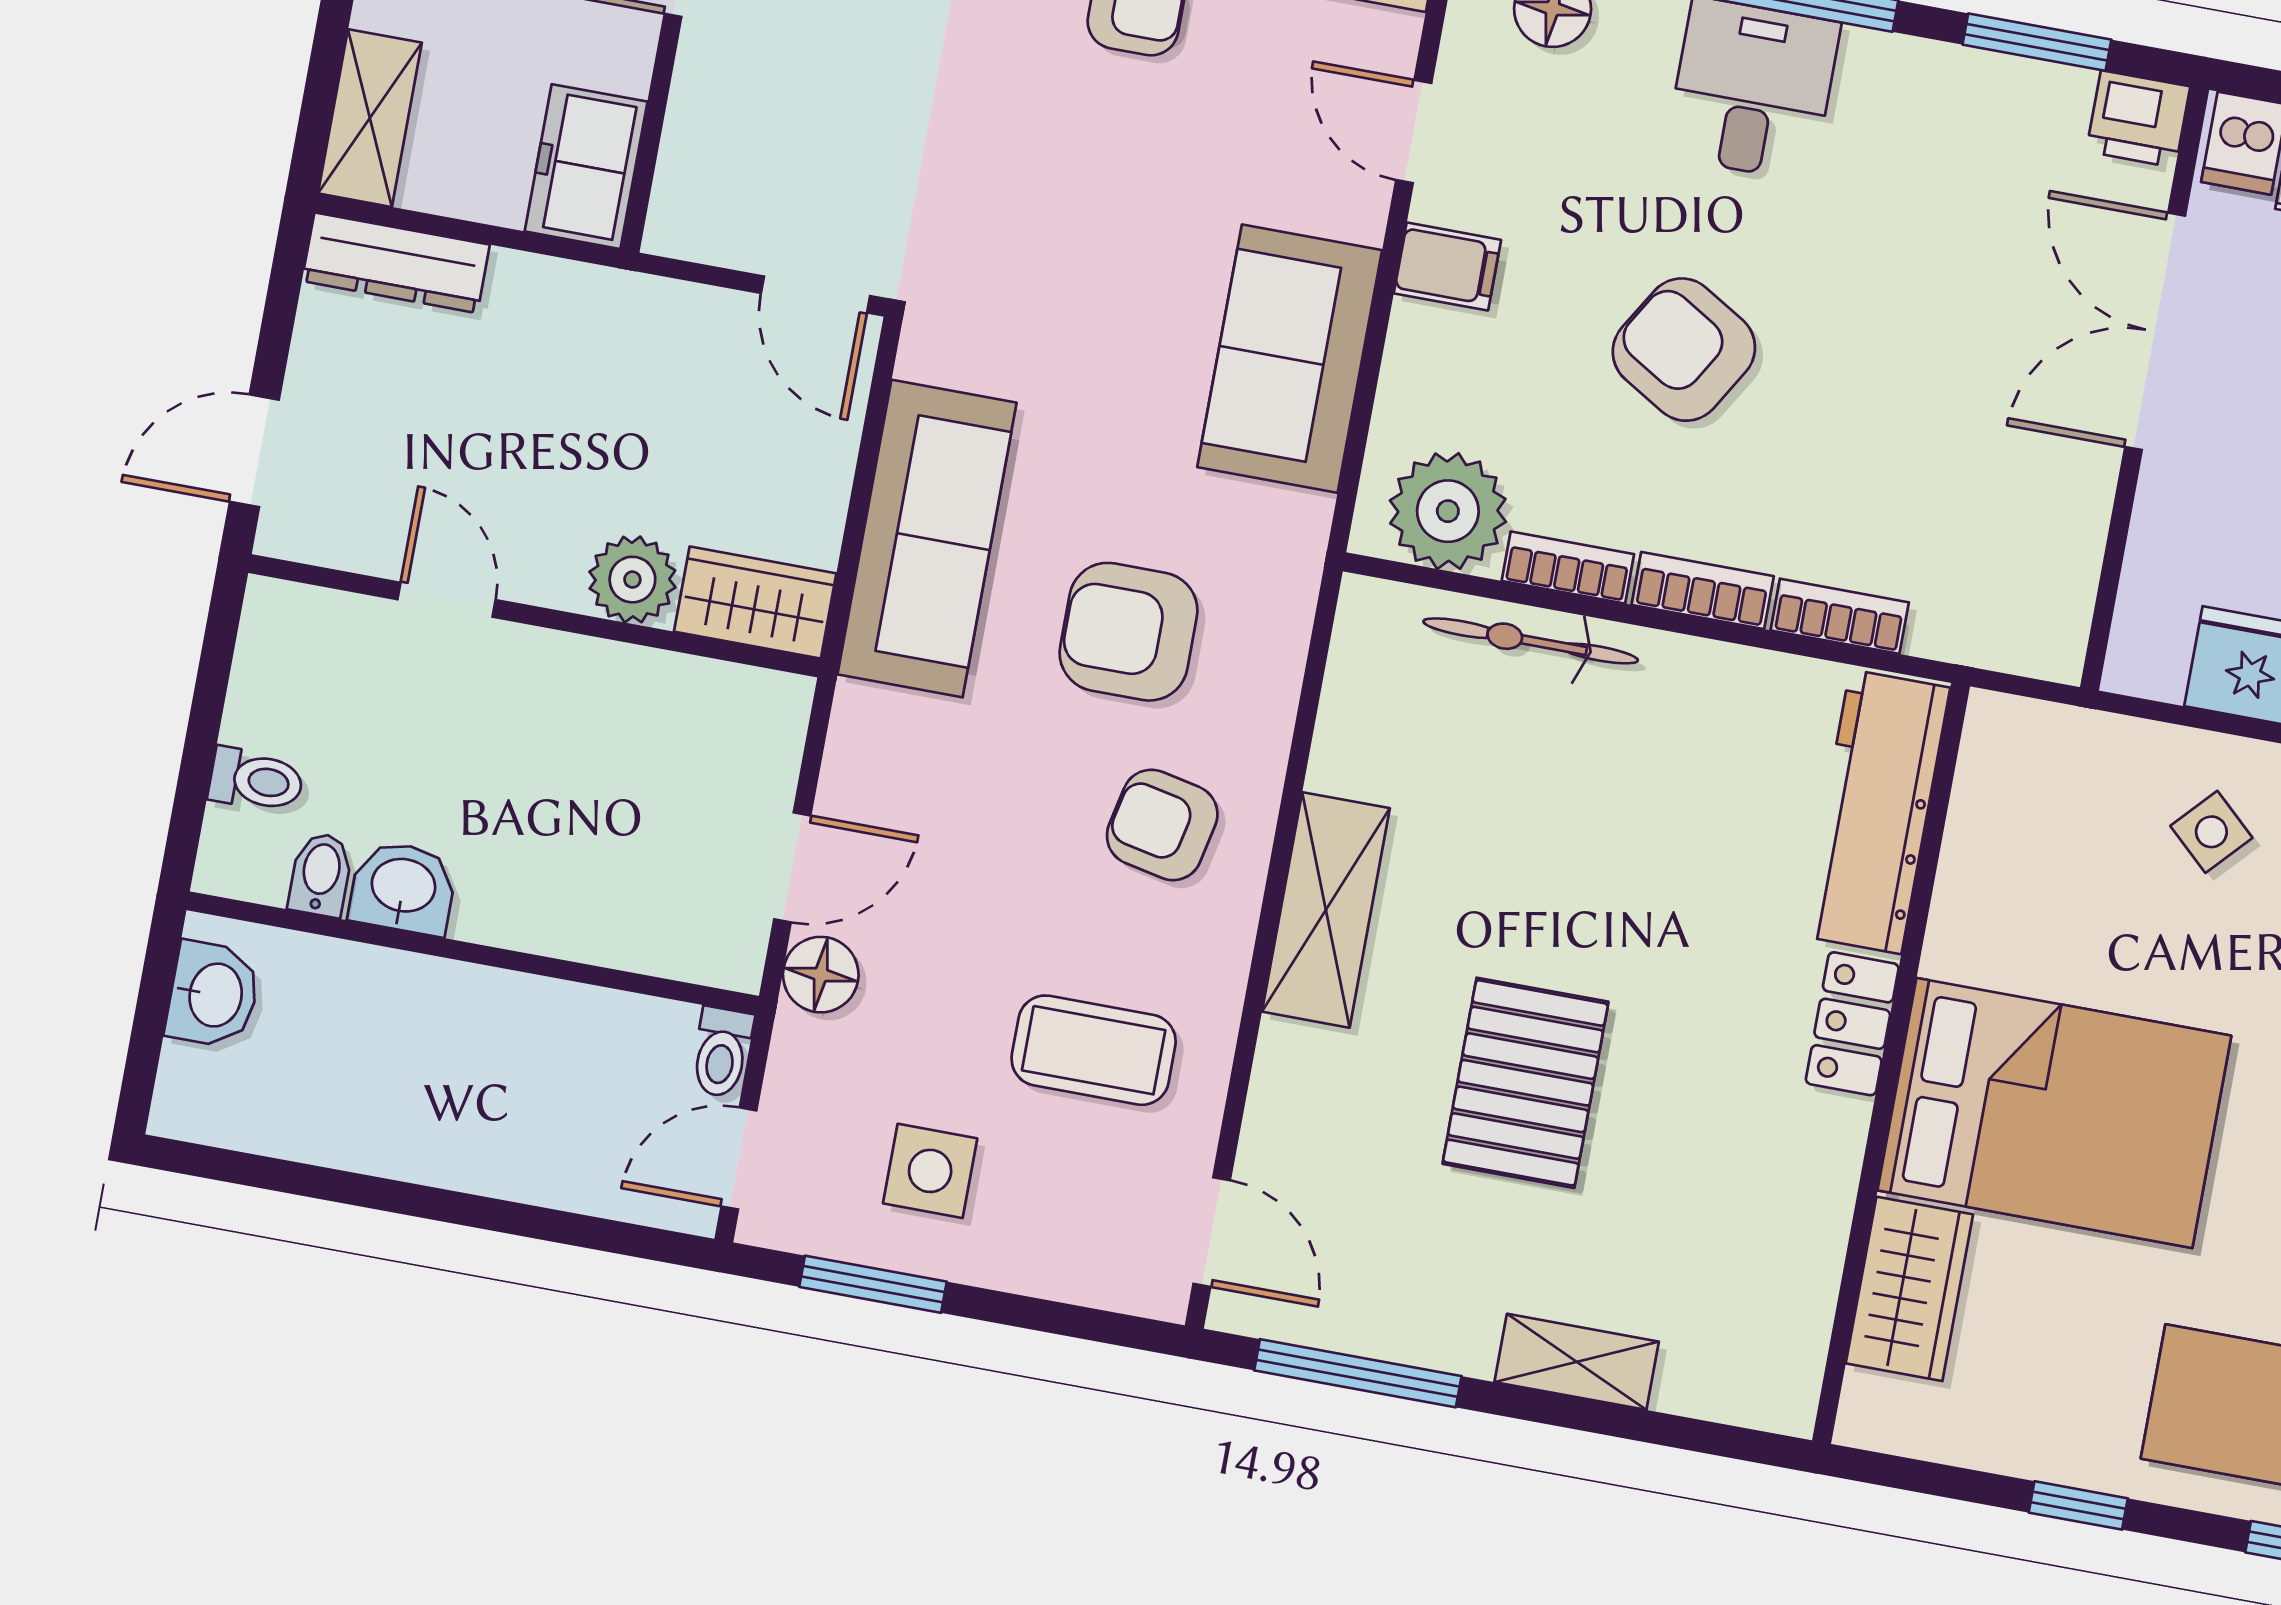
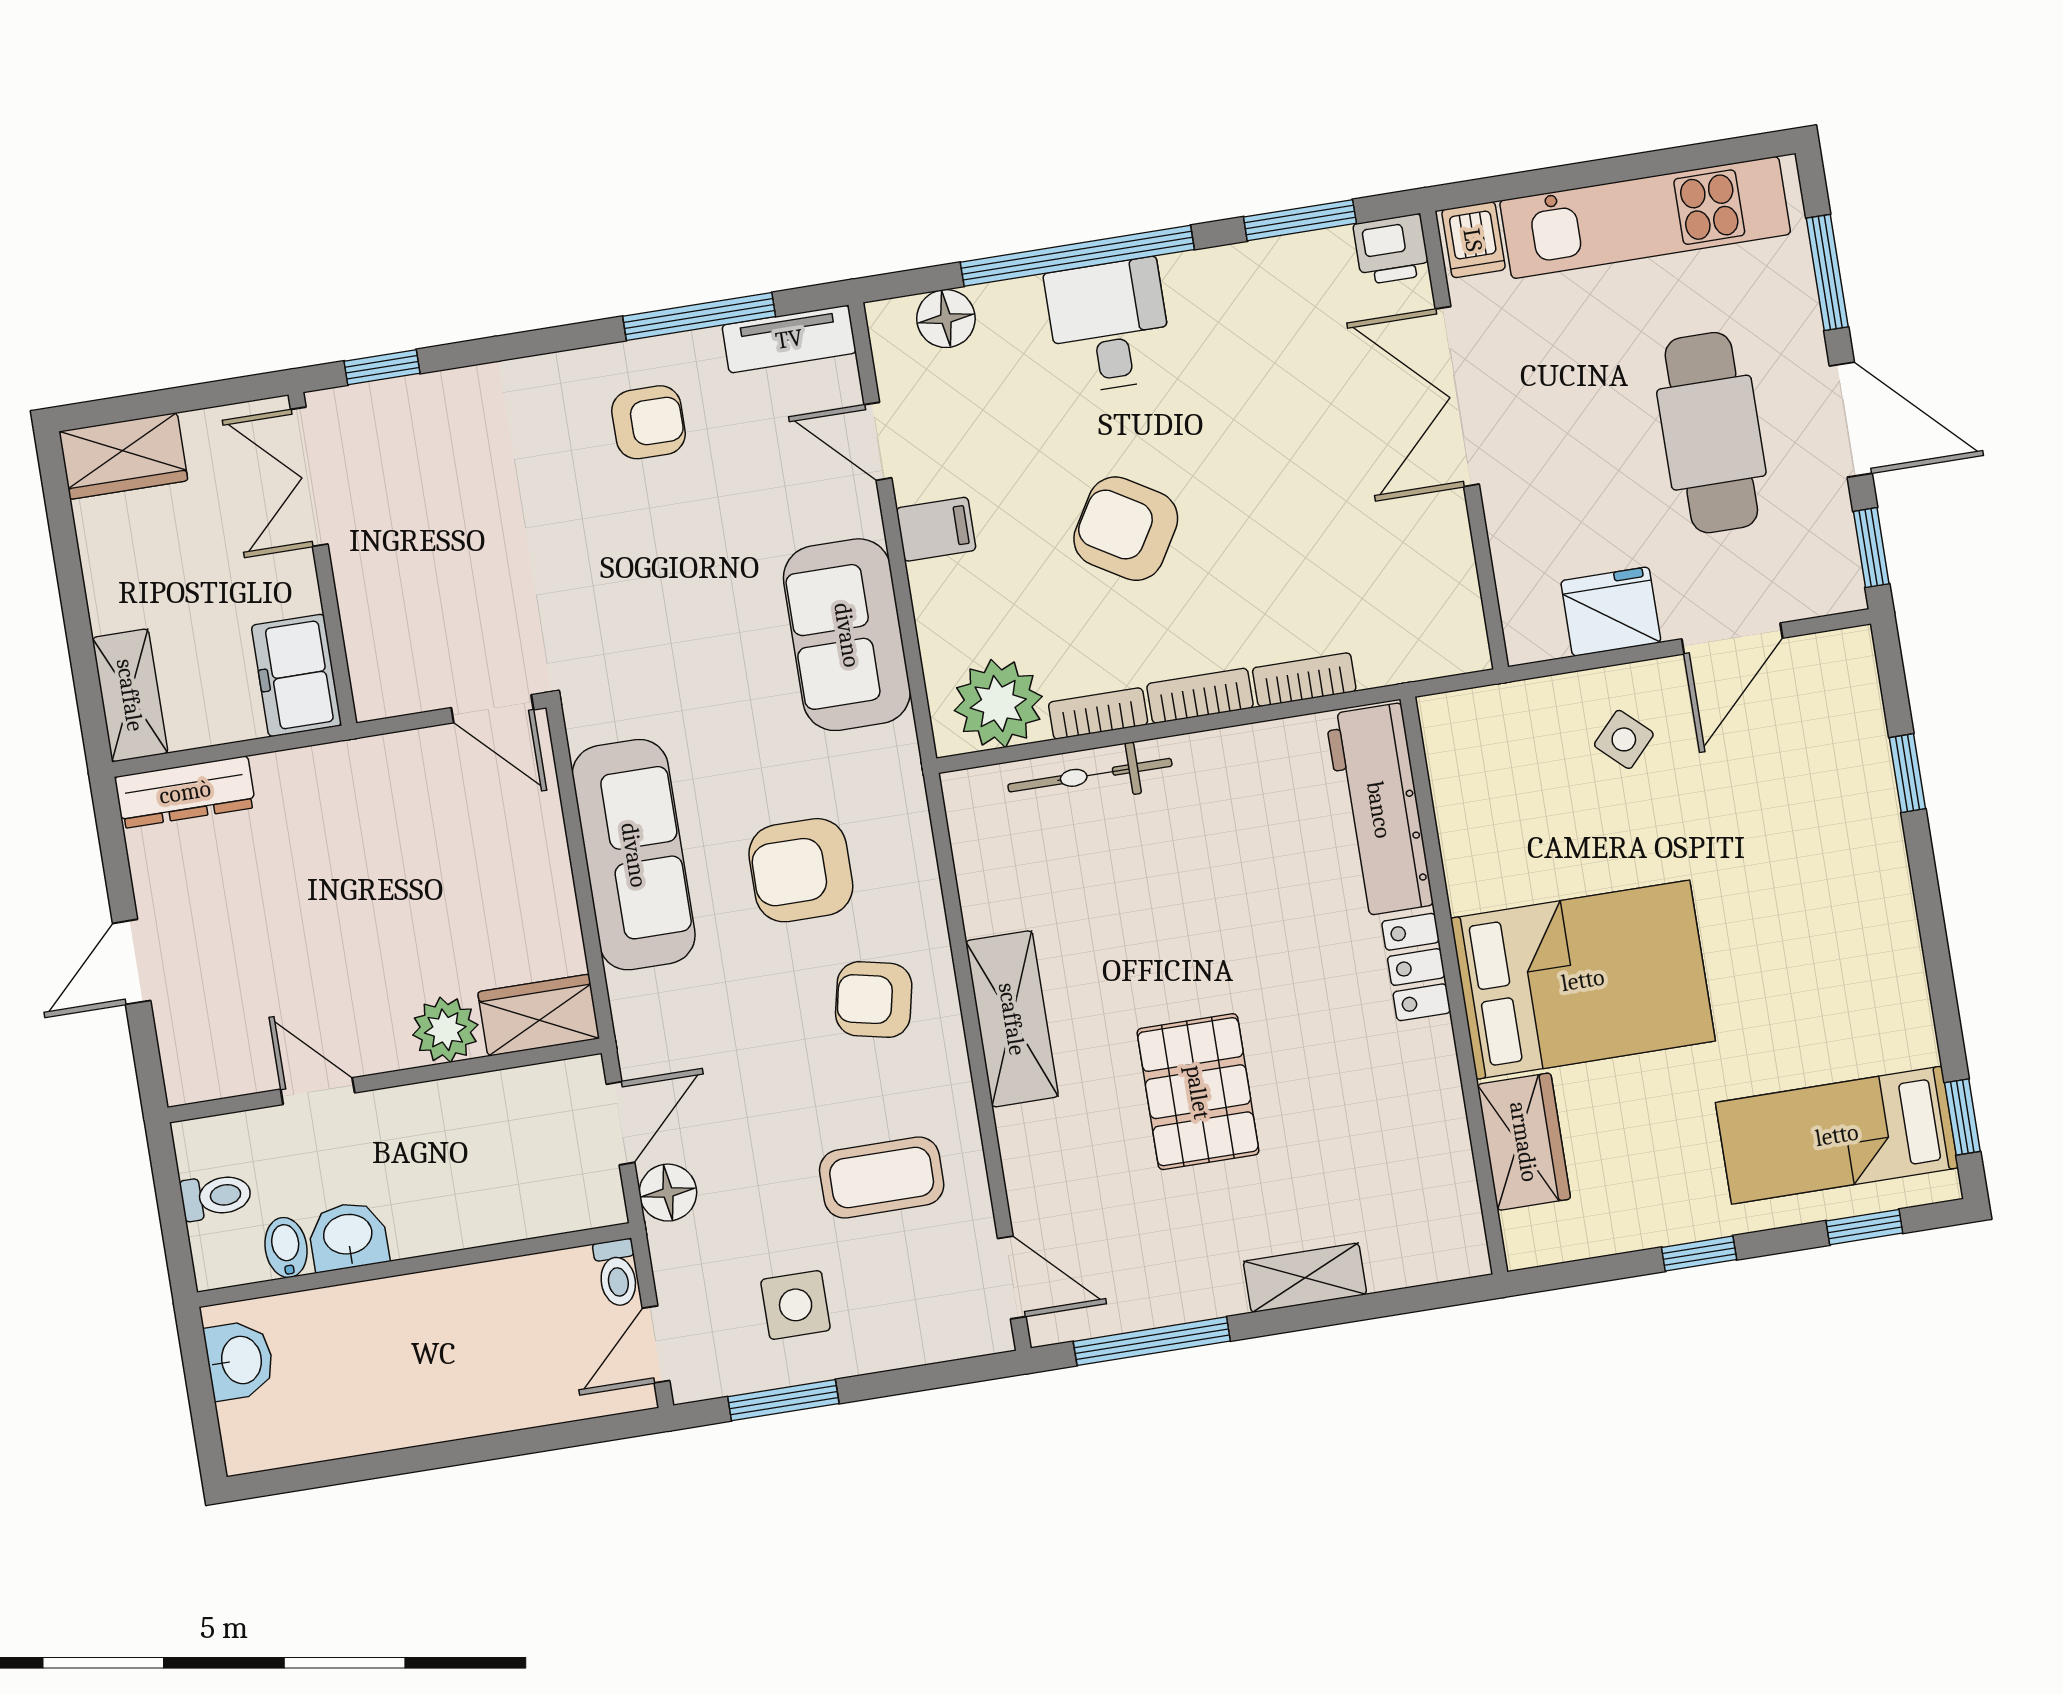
plant: (632, 580) -> (445, 1030), moved
door: (446, 600) -> (318, 1091), moved
wardrobe: (755, 603) -> (539, 1015), moved
wall: (534, 616) -> (385, 1080), moved

